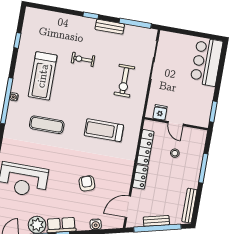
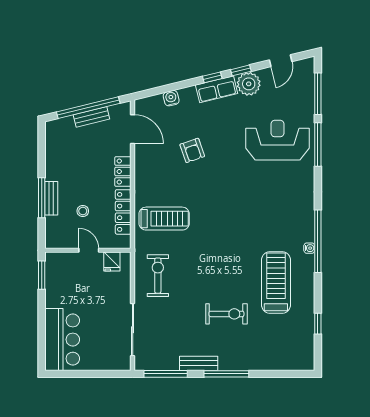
window: (91, 15) -> (226, 374), width x2.17
exercise bike: (83, 59) -> (226, 314), width x1.38, depth x1.39
exercise bike: (124, 81) -> (158, 276), moved
exercise mat: (47, 125) -> (259, 219), removed
treadmill: (104, 130) -> (164, 219), moved
bench: (189, 206) -> (51, 198), moved, width x0.73
door: (128, 207) -> (133, 129), hinge flipped

